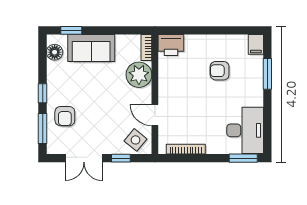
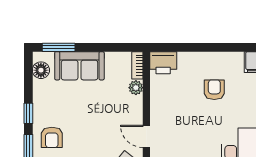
window: (71, 30) -> (59, 47), width x1.50
armchair: (220, 71) -> (214, 90), turned 90
plant: (139, 75) -> (136, 88), width x0.53, depth x0.53

